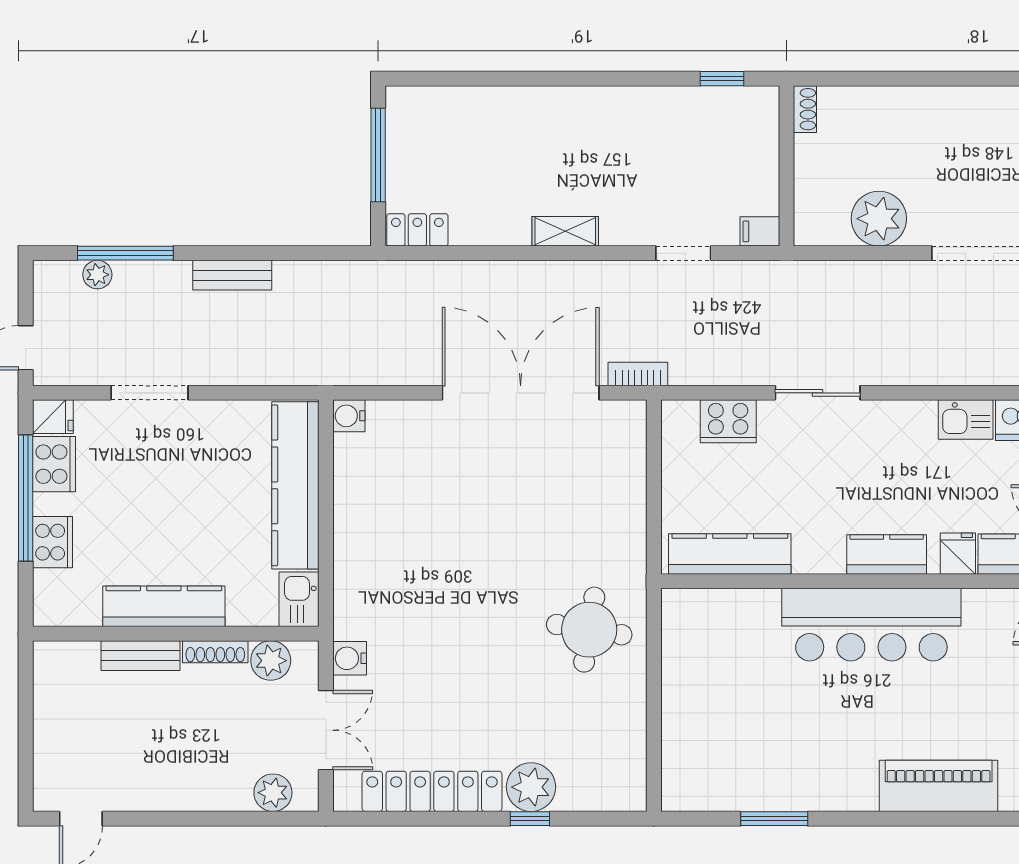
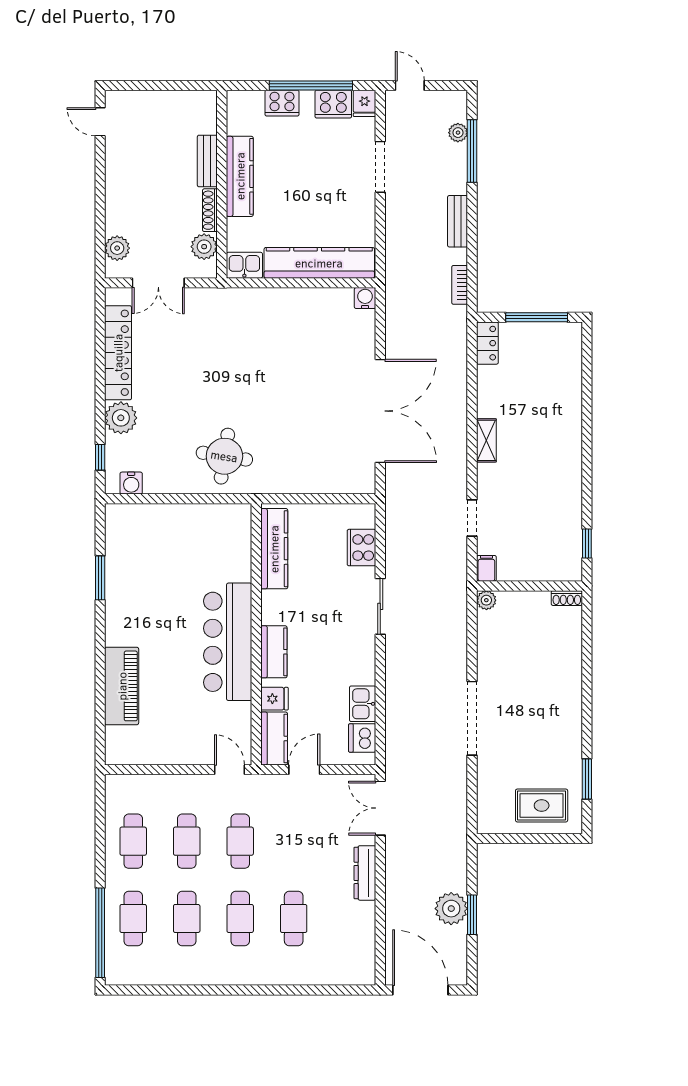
plant: (879, 219) -> (486, 600), moved, width x0.53, depth x0.53
bookcase: (638, 374) -> (460, 285), moved, turned 180
water cooler: (350, 658) -> (131, 483), moved, turned 180
window: (530, 819) -> (100, 457), moved

